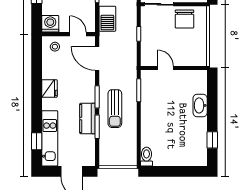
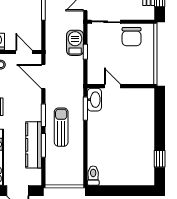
barbecue: (107, 19) -> (75, 43), moved, turned 180
washbasin: (200, 105) -> (94, 100), moved, turned 180
sun lounger: (115, 109) -> (61, 127), turned 180
kitchen counter: (88, 119) -> (34, 145), width x1.50

